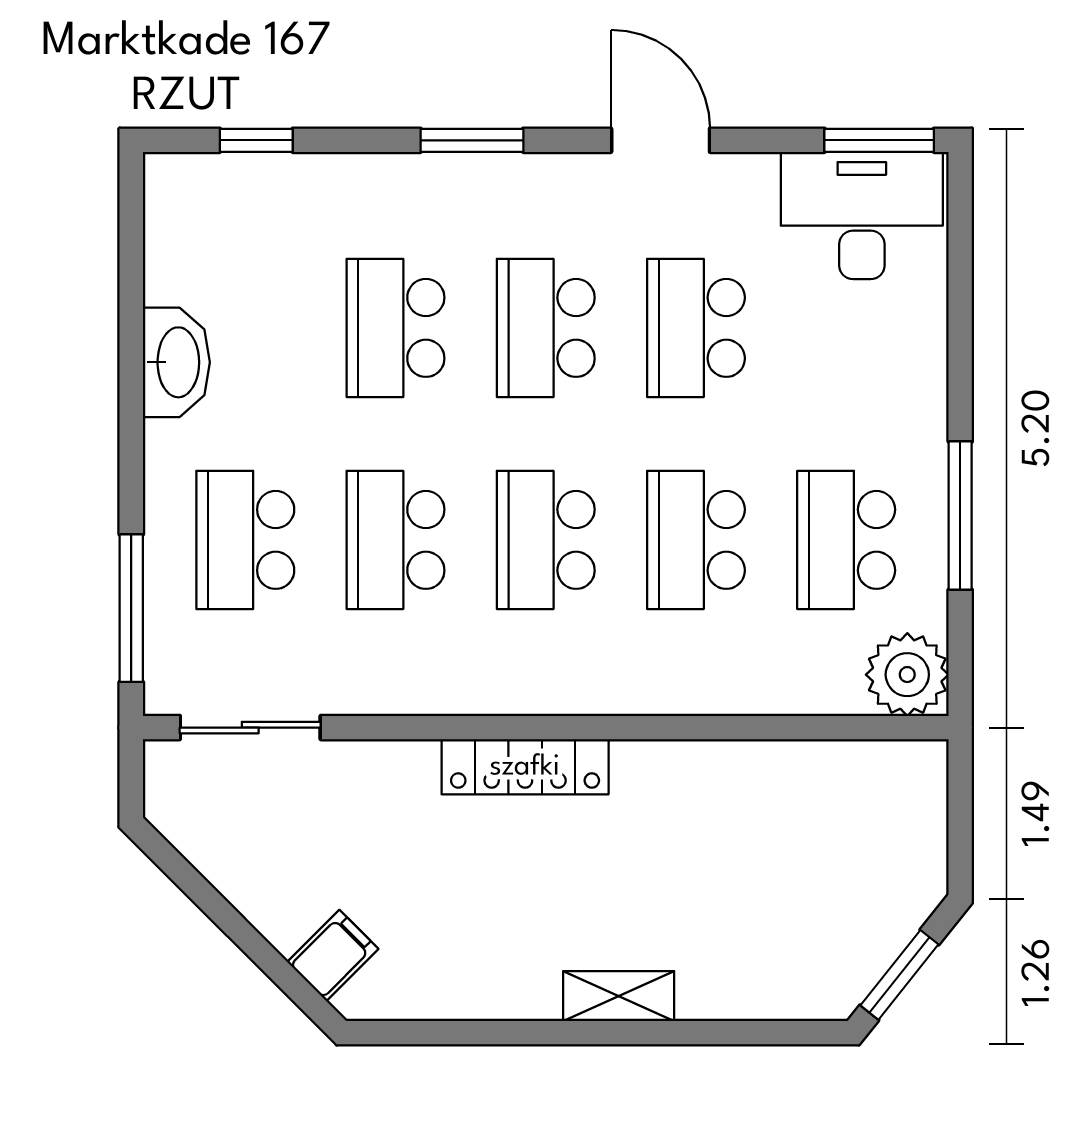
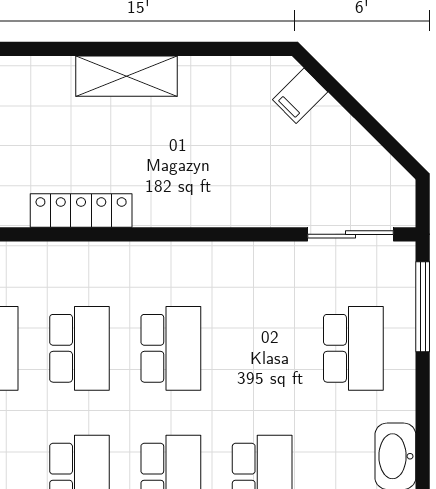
school desk: (396, 540) -> (262, 348), removed
locker: (525, 767) -> (81, 210), moved
shelving: (619, 996) -> (127, 76), width x1.50, depth x1.33

